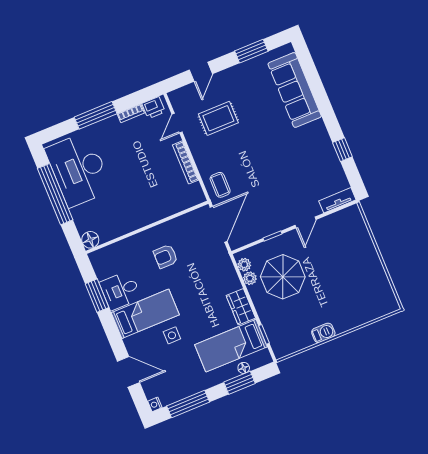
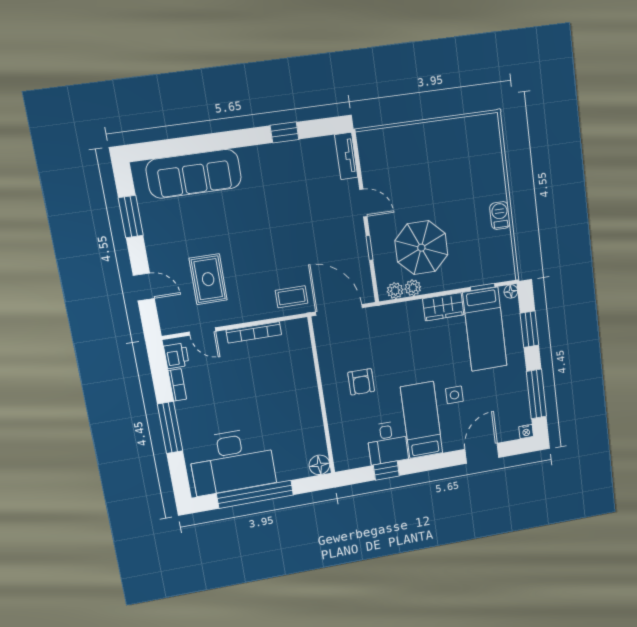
window: (97, 296) -> (386, 471), width x0.67
floor lamp: (244, 368) -> (511, 291), moved

